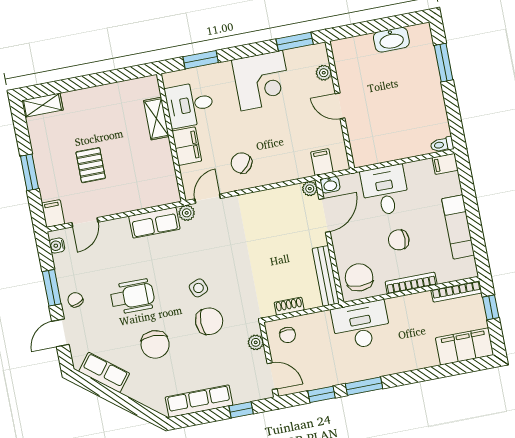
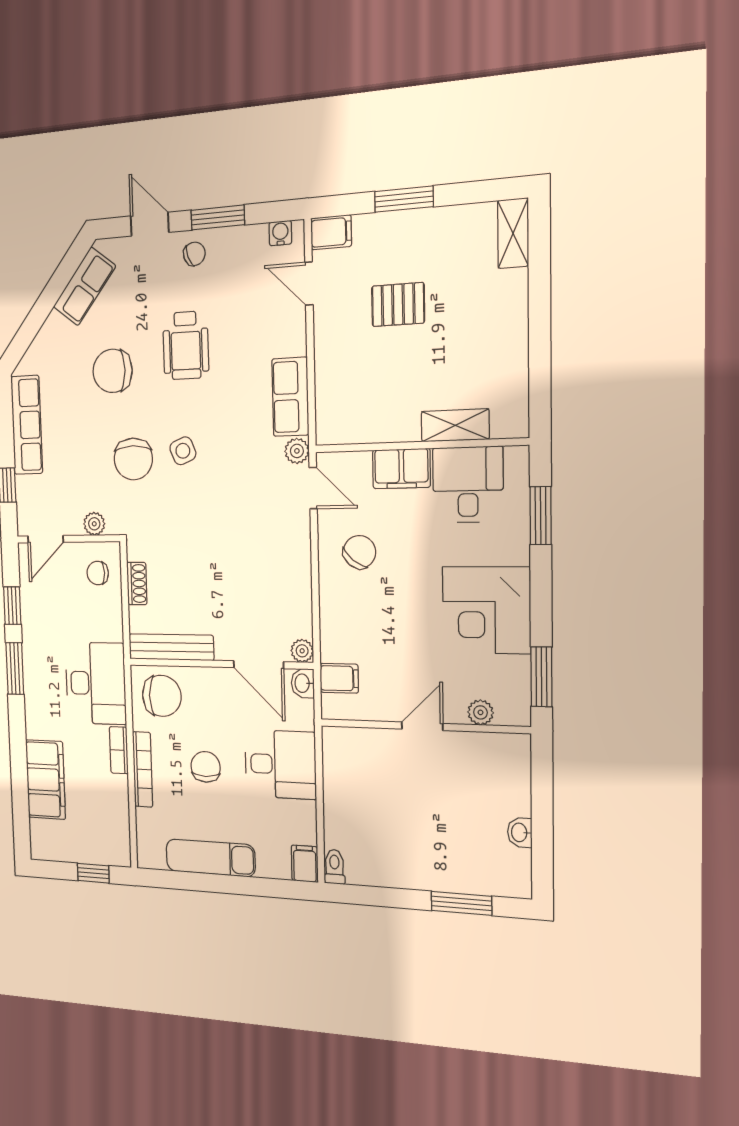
washbasin: (391, 40) -> (520, 832), width x0.52, depth x0.69
bookcase: (456, 291) -> (119, 750), moved, width x0.64
filing cabinet: (465, 346) -> (46, 780), moved

